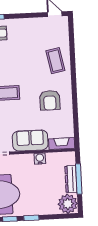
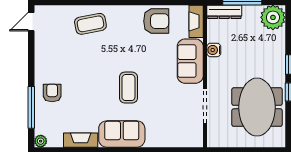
armchair: (50, 100) -> (156, 21), moved
dresser: (71, 179) -> (224, 12), moved

